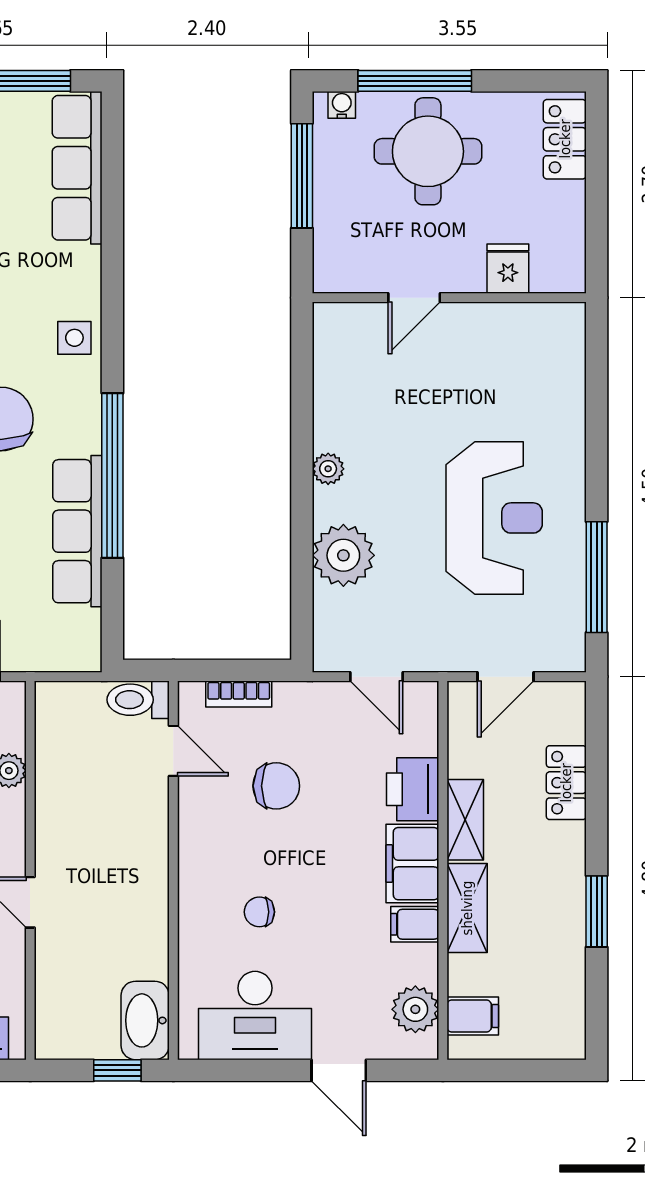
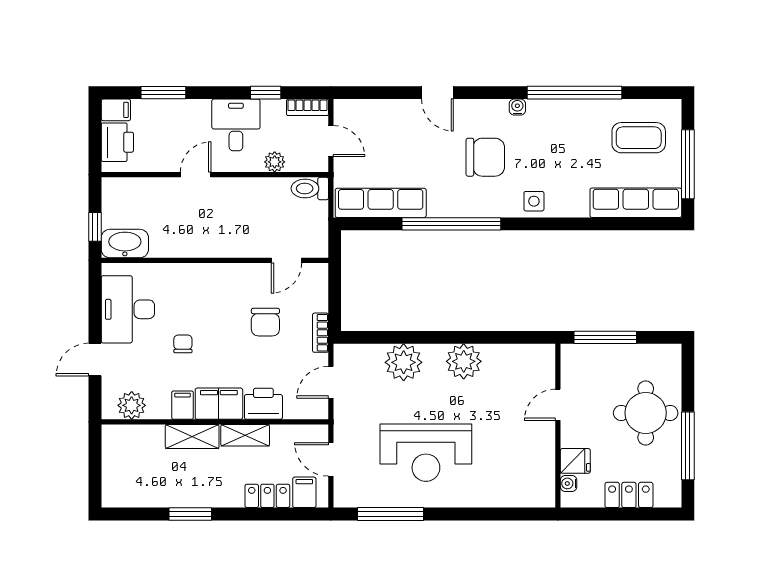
window: (415, 81) -> (688, 446), moved
water cooler: (342, 105) -> (569, 483), moved, turned 180
locker: (565, 139) -> (629, 495), moved
window: (302, 176) -> (605, 337), moved
door: (414, 298) -> (558, 405), hinge flipped
plant: (328, 469) -> (464, 361), width x1.88, depth x1.88
row of seats: (77, 531) -> (381, 203), moved
bookcase: (239, 694) -> (320, 333), moved
toilet: (138, 700) -> (310, 188), moved, turned -90
chair: (259, 912) -> (183, 344), moved
filing cabinet: (473, 1016) -> (304, 492), moved, turned 180

